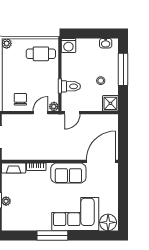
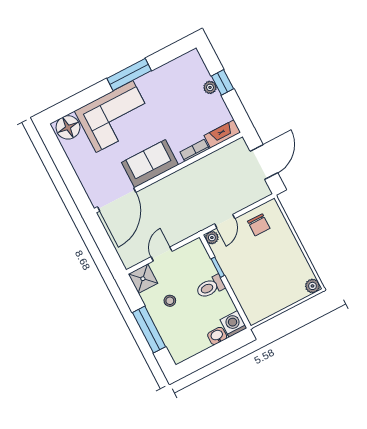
washbasin: (106, 43) -> (217, 336), moved
cafe table: (41, 54) -> (263, 295), removed
toilet: (71, 86) -> (210, 287), moved
door: (72, 113) -> (162, 254), moved

